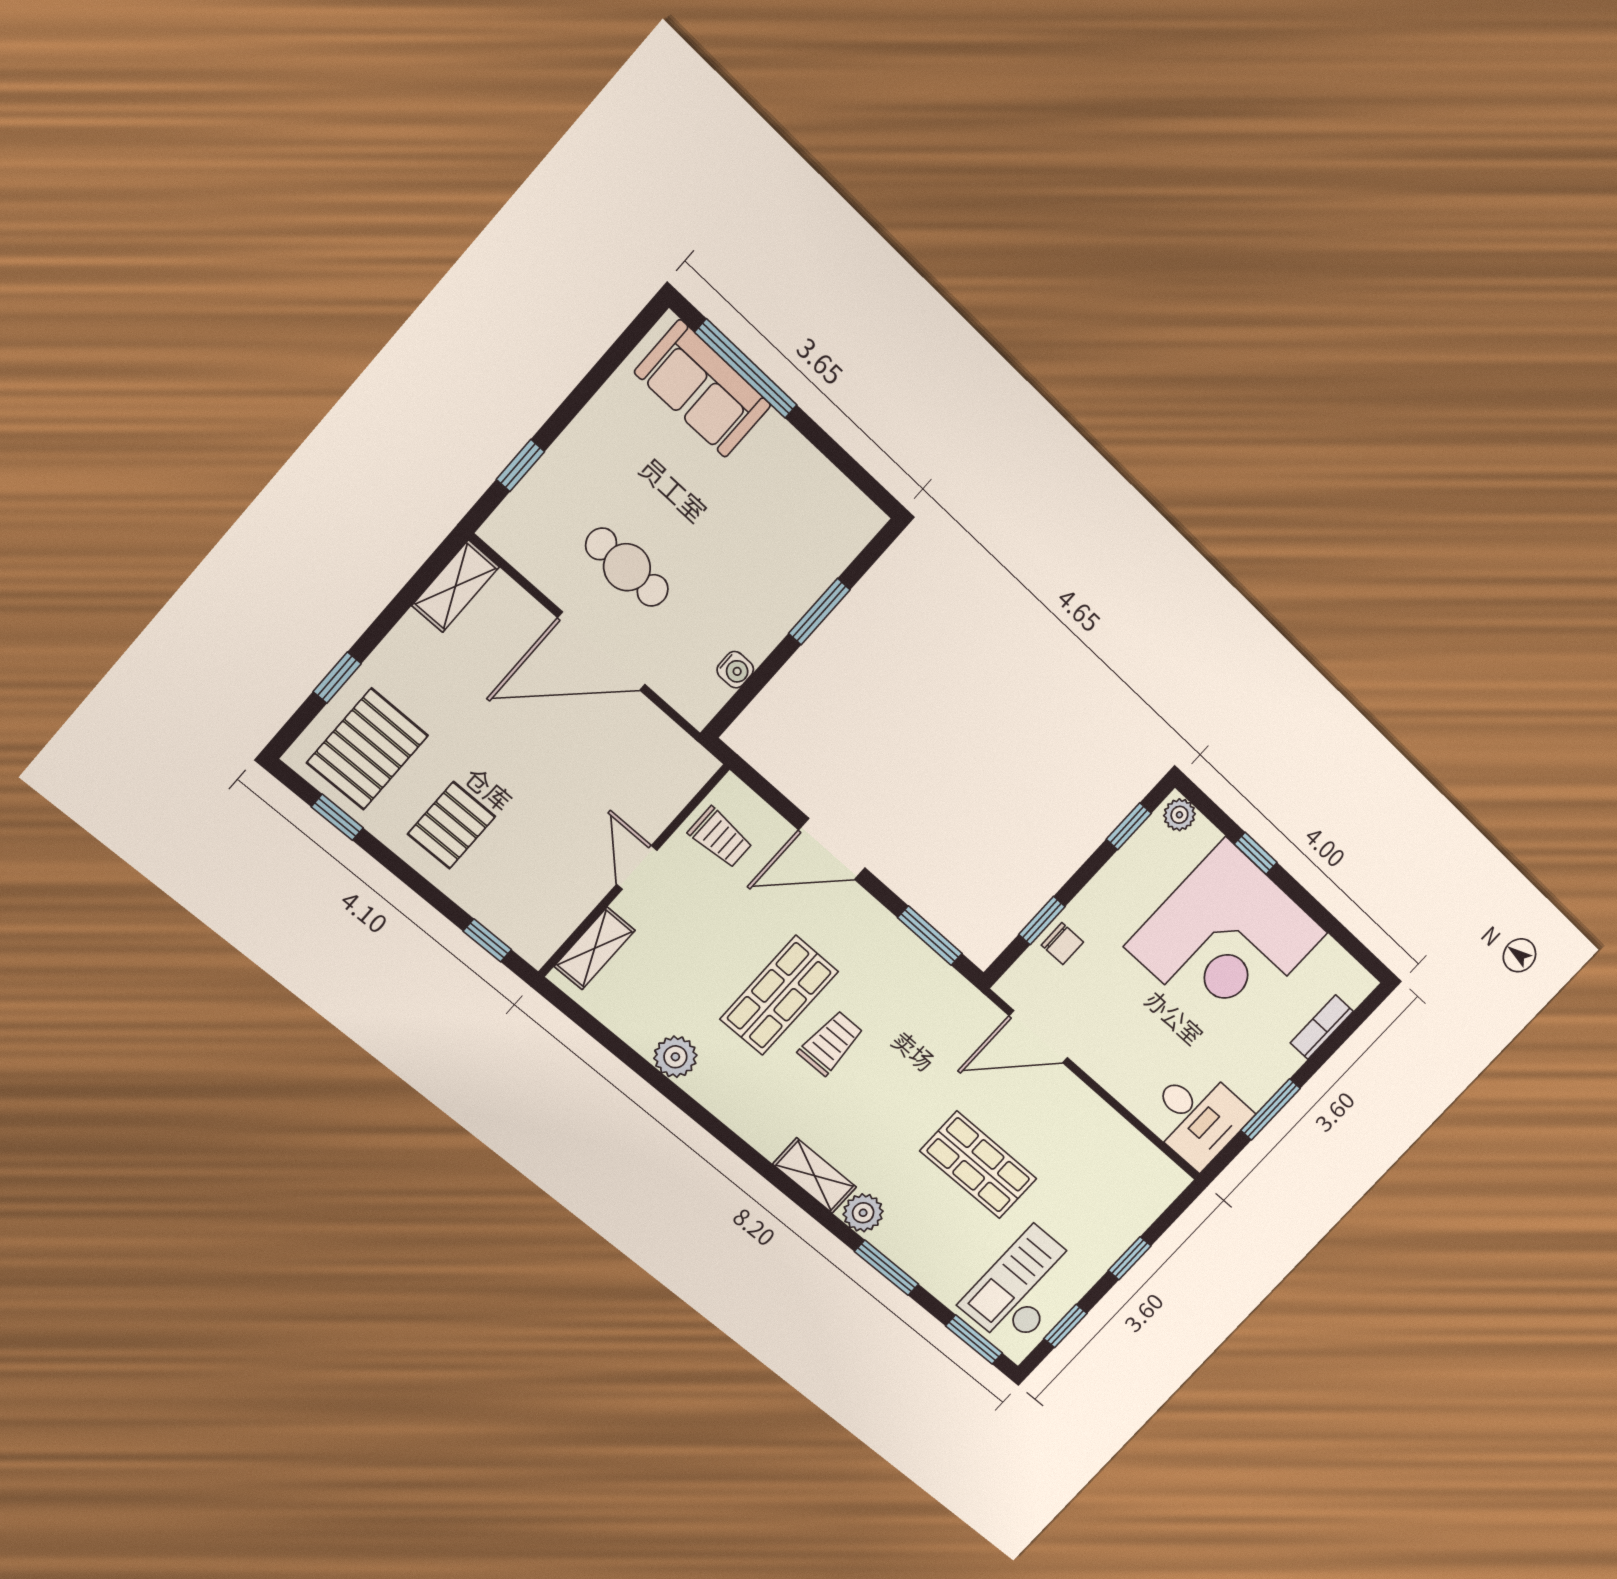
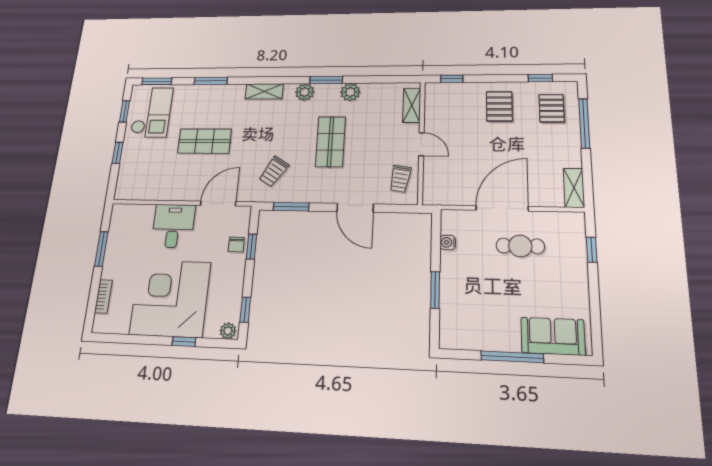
window: (746, 369) -> (512, 357), moved
window: (337, 678) -> (584, 123), width x2.17
pallet: (367, 749) -> (552, 108), width x0.67, depth x0.71
trolley: (720, 837) -> (400, 179), turned -81
door: (832, 849) -> (355, 208), swing flipped
chair: (1062, 944) -> (236, 244), turned -90
trolley: (831, 1043) -> (274, 172), moved, turned 33
window: (697, 1112) -> (326, 80), added
desk: (1197, 1117) -> (173, 226), moved, turned 90
plant: (863, 1213) -> (305, 92), moved

